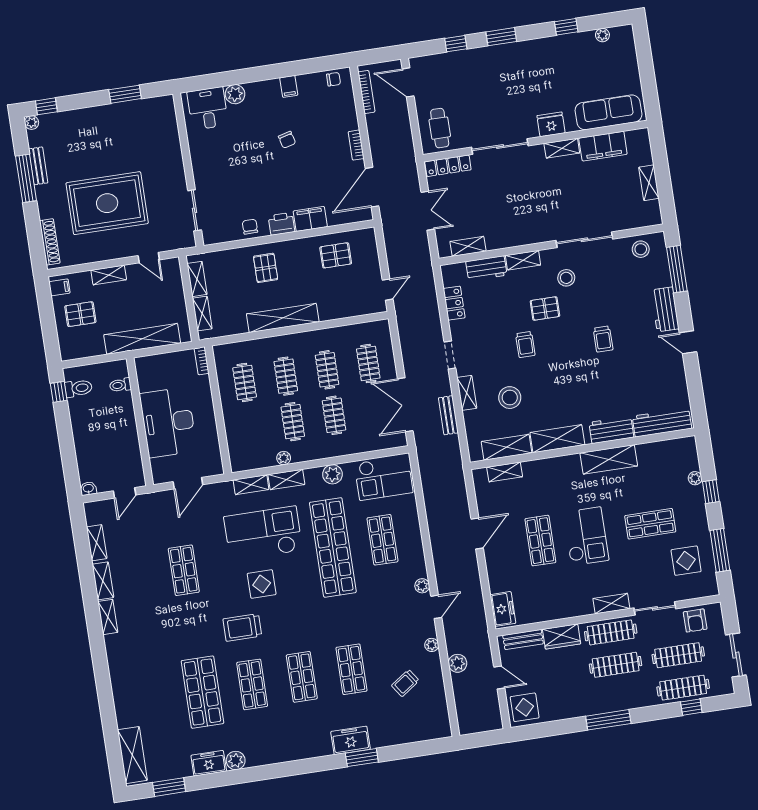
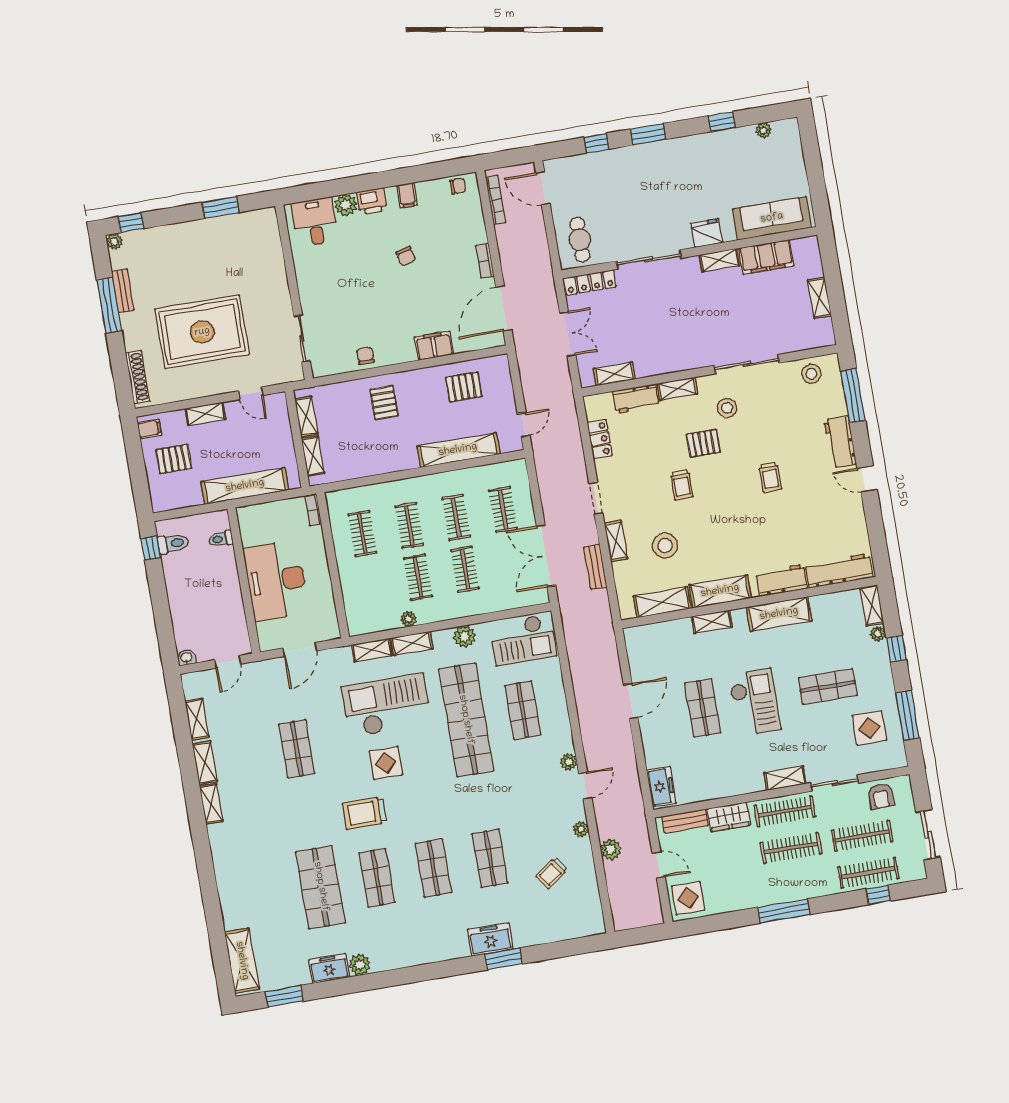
printer: (282, 224) -> (372, 201), moved, turned 180
shelving: (283, 318) -> (458, 450), moved
shelving: (690, 453) -> (872, 605), added
shelving: (505, 472) -> (712, 622), moved

